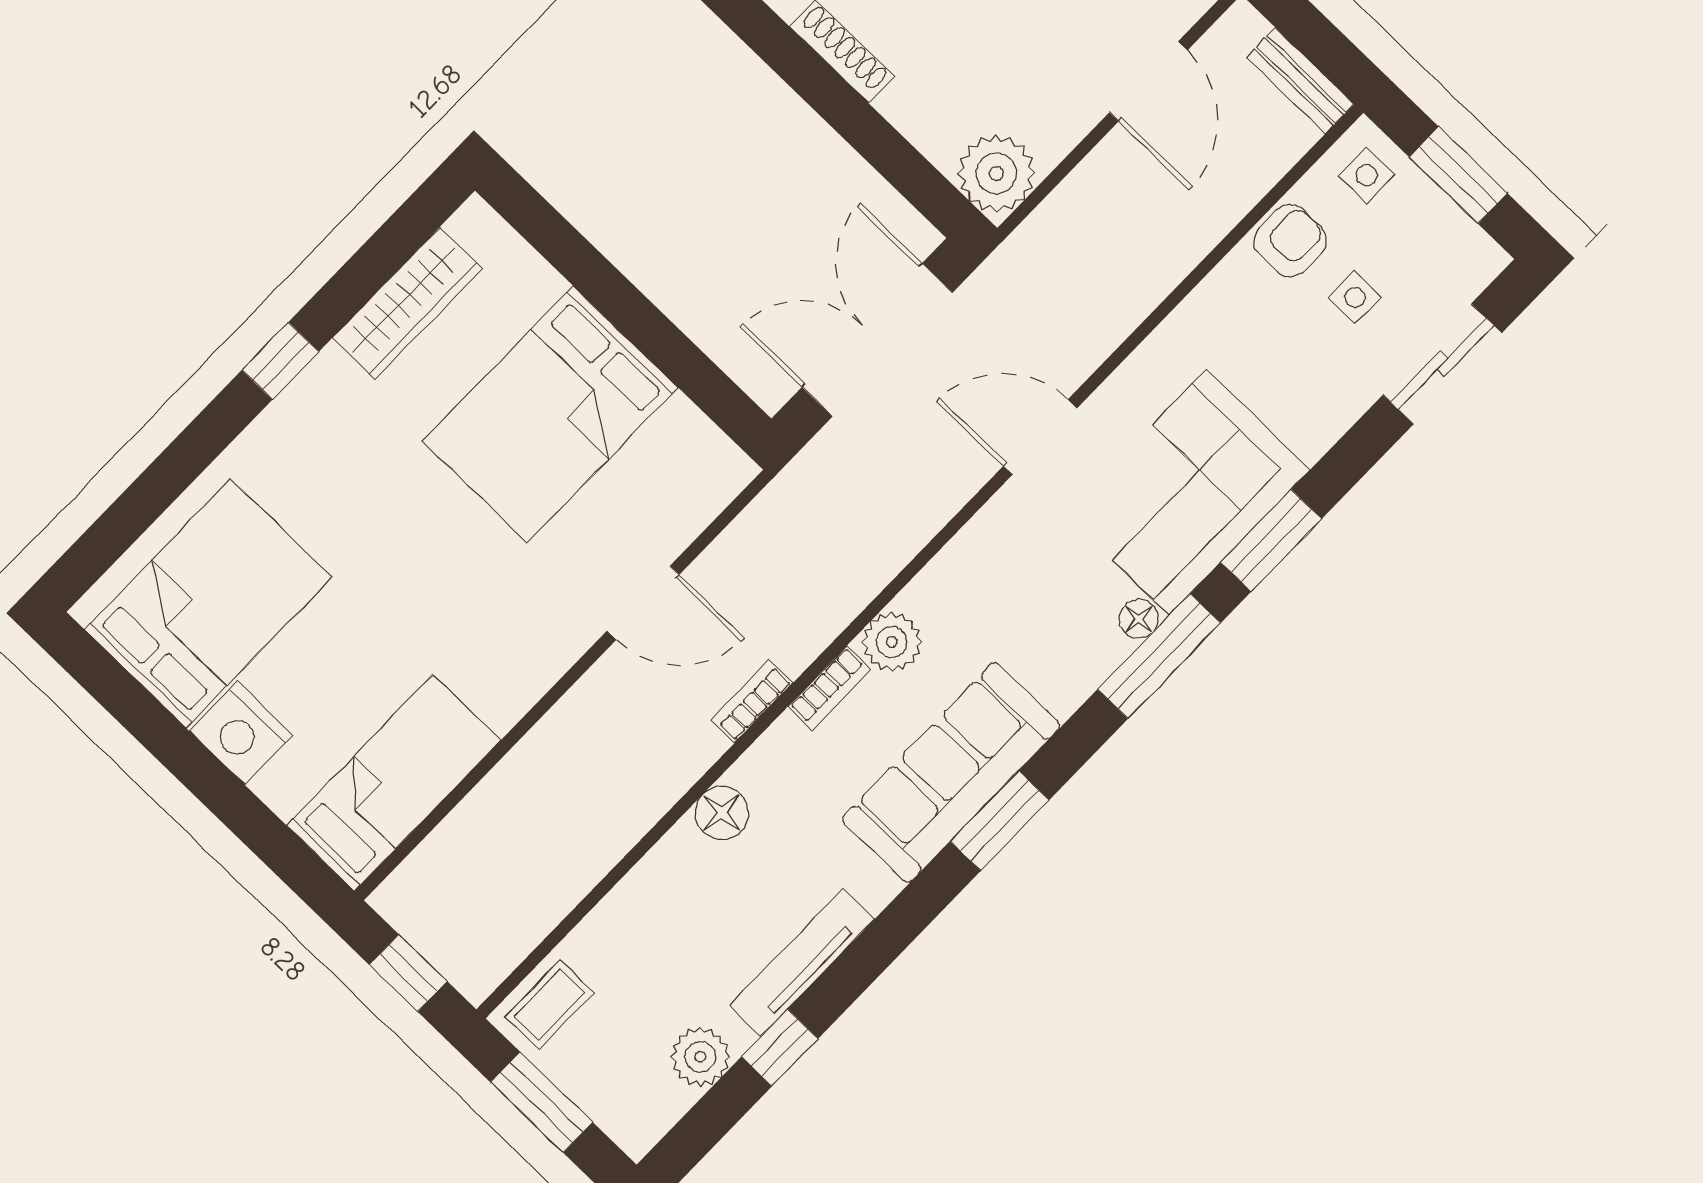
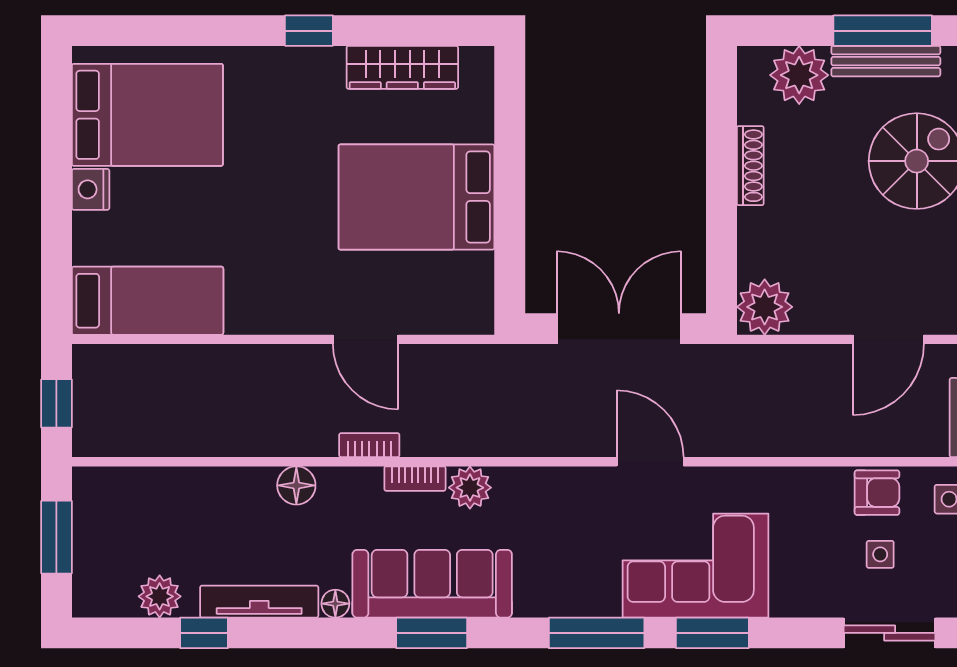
floor lamp: (1139, 619) -> (335, 604), moved
nightstand: (241, 733) -> (91, 189), width x0.74, depth x0.75
coffee table: (550, 1005) -> (111, 492), removed

